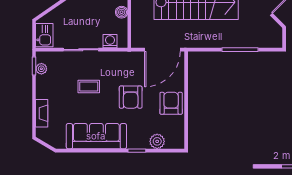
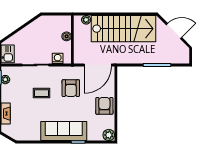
armchair: (131, 97) -> (71, 88), moved
sofa: (96, 136) -> (64, 131), moved
plant: (157, 141) -> (109, 135), moved

